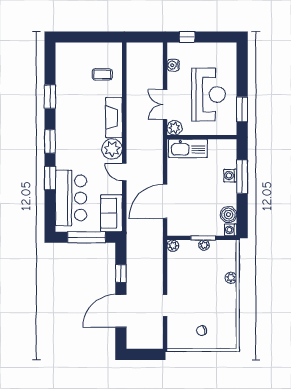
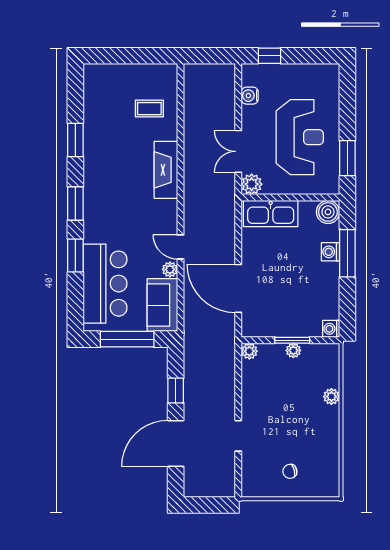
plant: (112, 149) -> (170, 269), moved, width x0.53, depth x0.53
door: (165, 201) -> (238, 288), hinge flipped
boiler: (228, 215) -> (328, 212), moved

